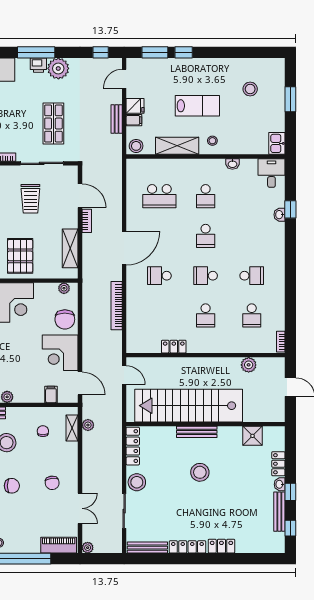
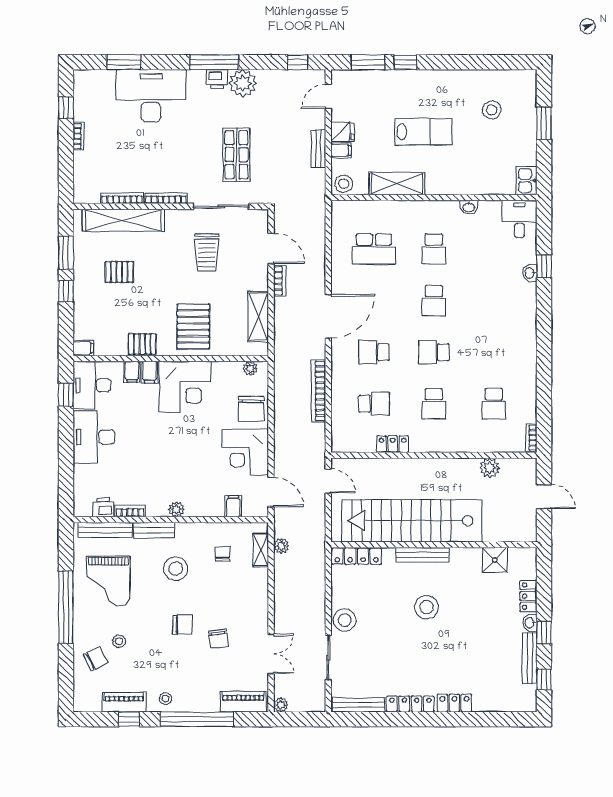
stool: (212, 141) -> (443, 177), removed
school desk: (252, 276) -> (374, 404), moved
locker: (133, 446) -> (357, 556), moved, turned 90
chair: (52, 483) -> (218, 639), moved

